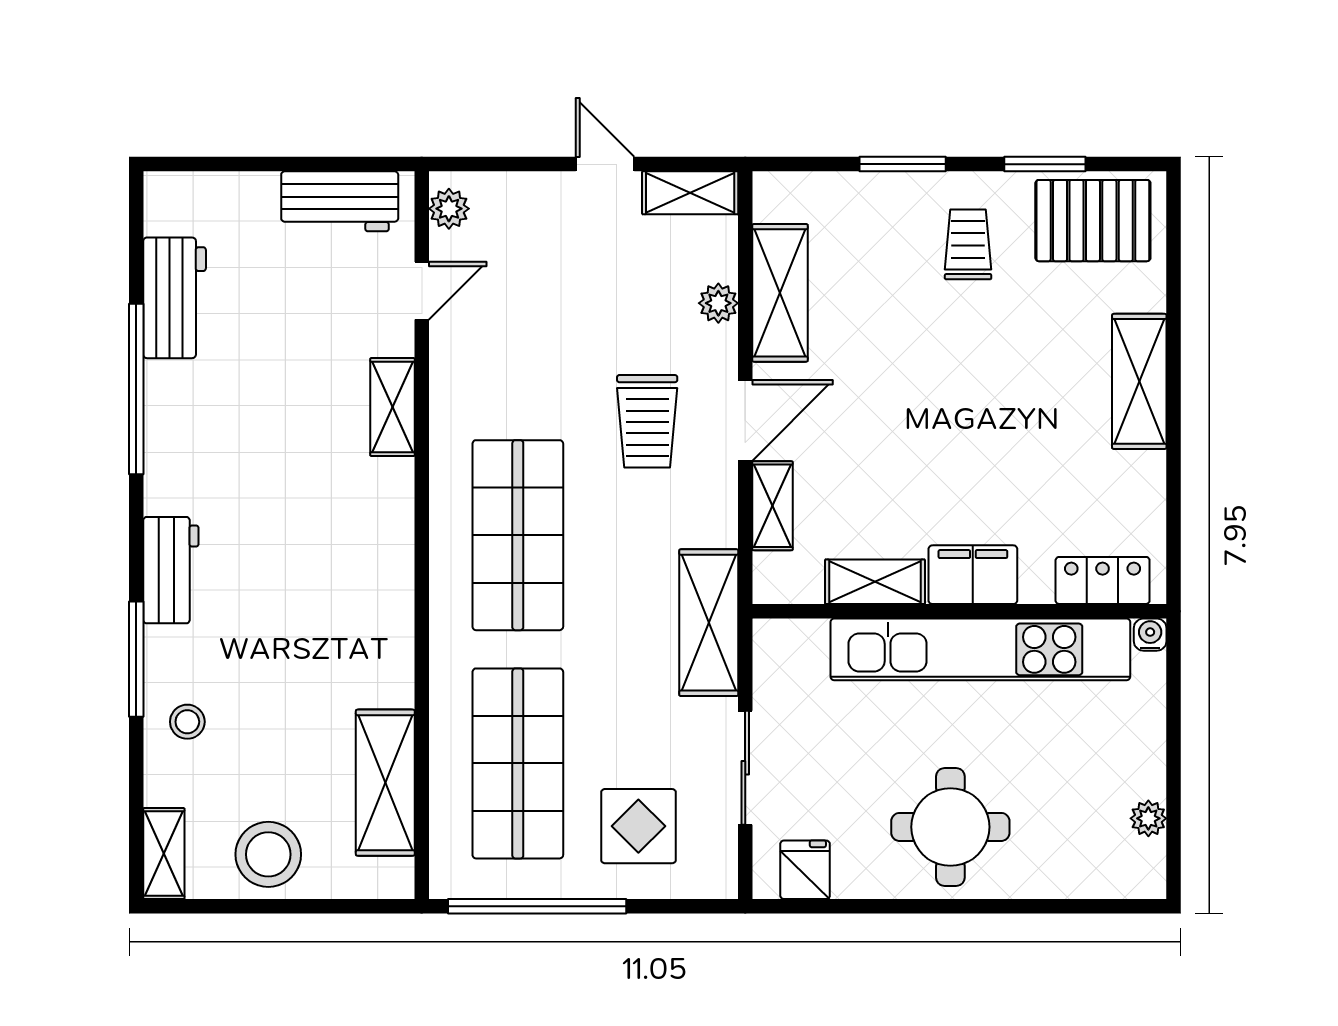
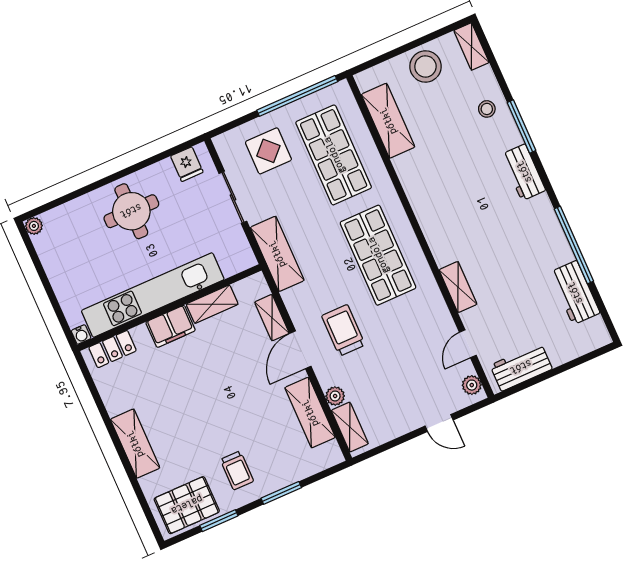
door: (605, 164) -> (439, 423), moved
shelving: (690, 193) -> (350, 427), moved, turned 90
plant: (1148, 818) -> (34, 226), moved

